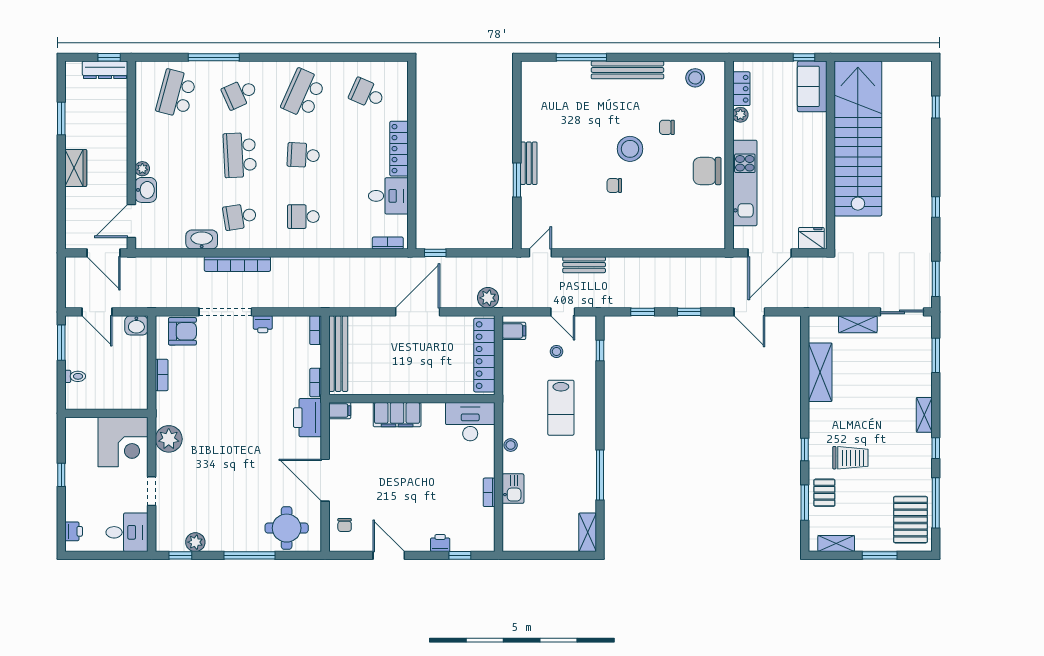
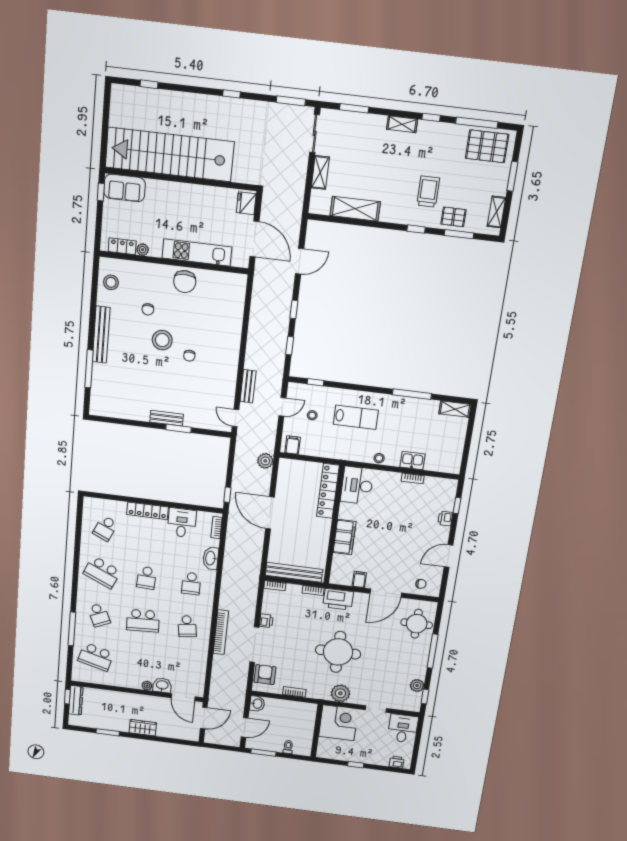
washbasin: (202, 240) -> (211, 558), moved
locker: (484, 355) -> (328, 491), moved, turned 90
filing cabinet: (340, 411) -> (359, 579), moved
round table: (230, 428) -> (338, 652), added

